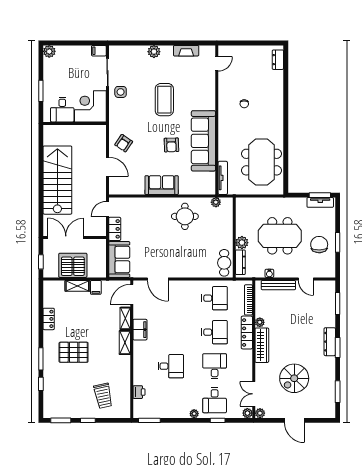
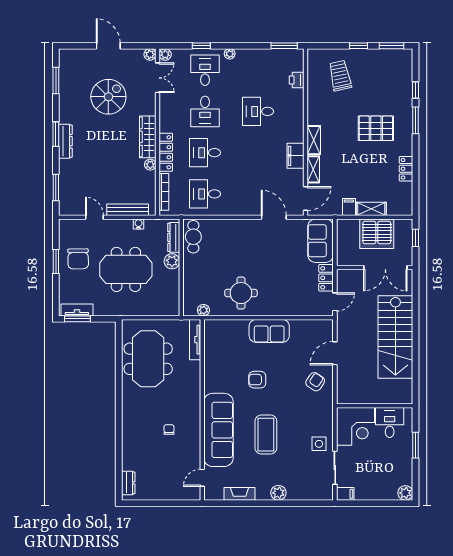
sofa: (203, 141) -> (218, 430), moved
armchair: (171, 145) -> (257, 380), turned -88
door: (107, 167) -> (335, 353), hinge flipped

